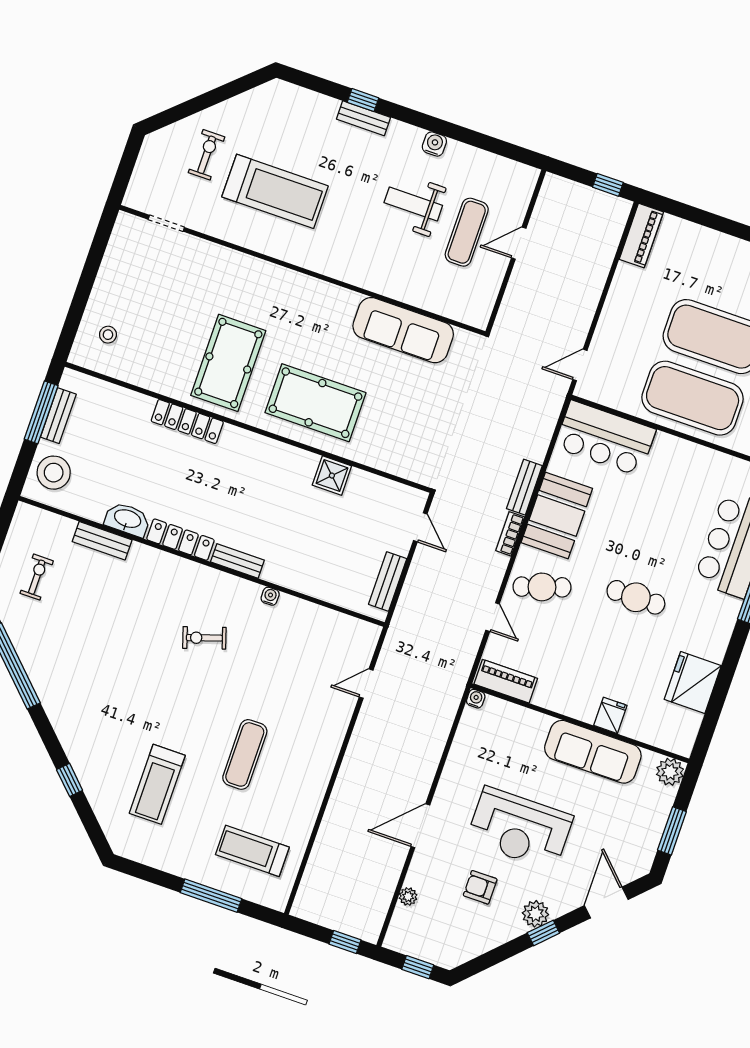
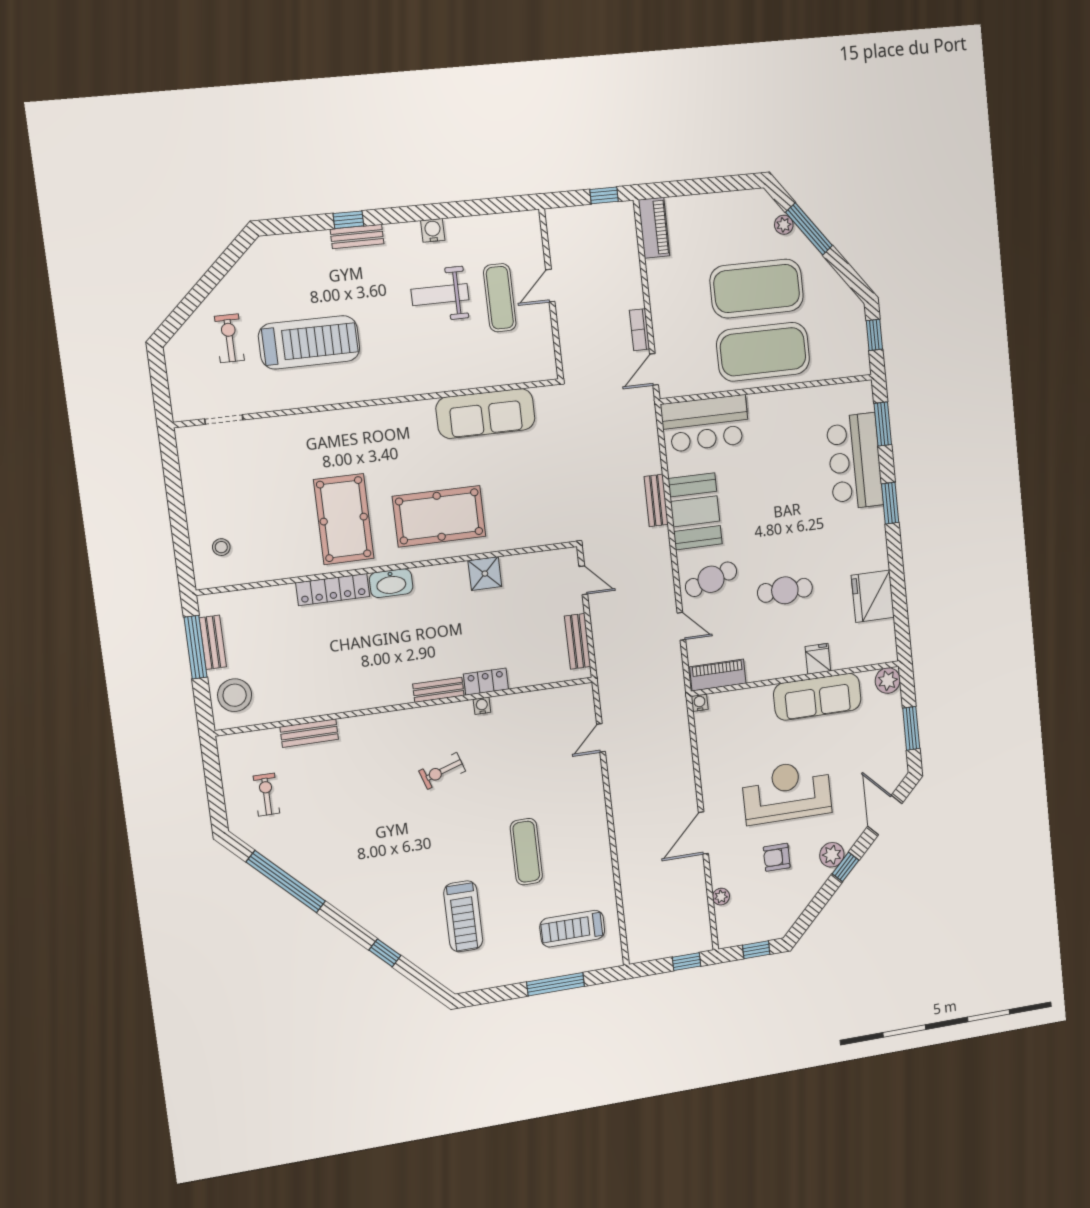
washbasin: (127, 519) -> (391, 583), moved, turned 180
bookcase: (510, 534) -> (639, 330), moved
locker: (180, 540) -> (486, 682), moved, width x0.66
cafe table: (636, 597) -> (785, 590), moved
reception desk: (520, 829) -> (787, 792), turned 180

